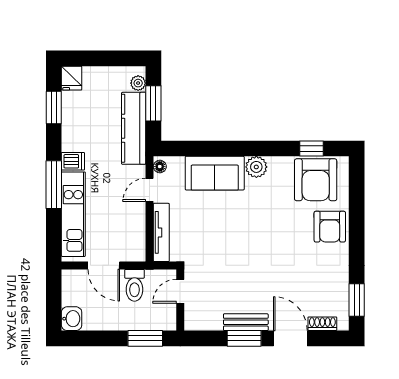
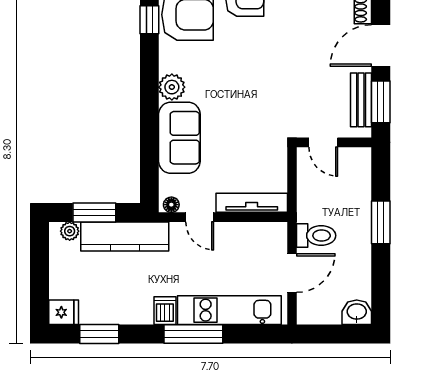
door: (180, 291) -> (323, 142), moved
wall: (180, 300) -> (334, 142), moved

